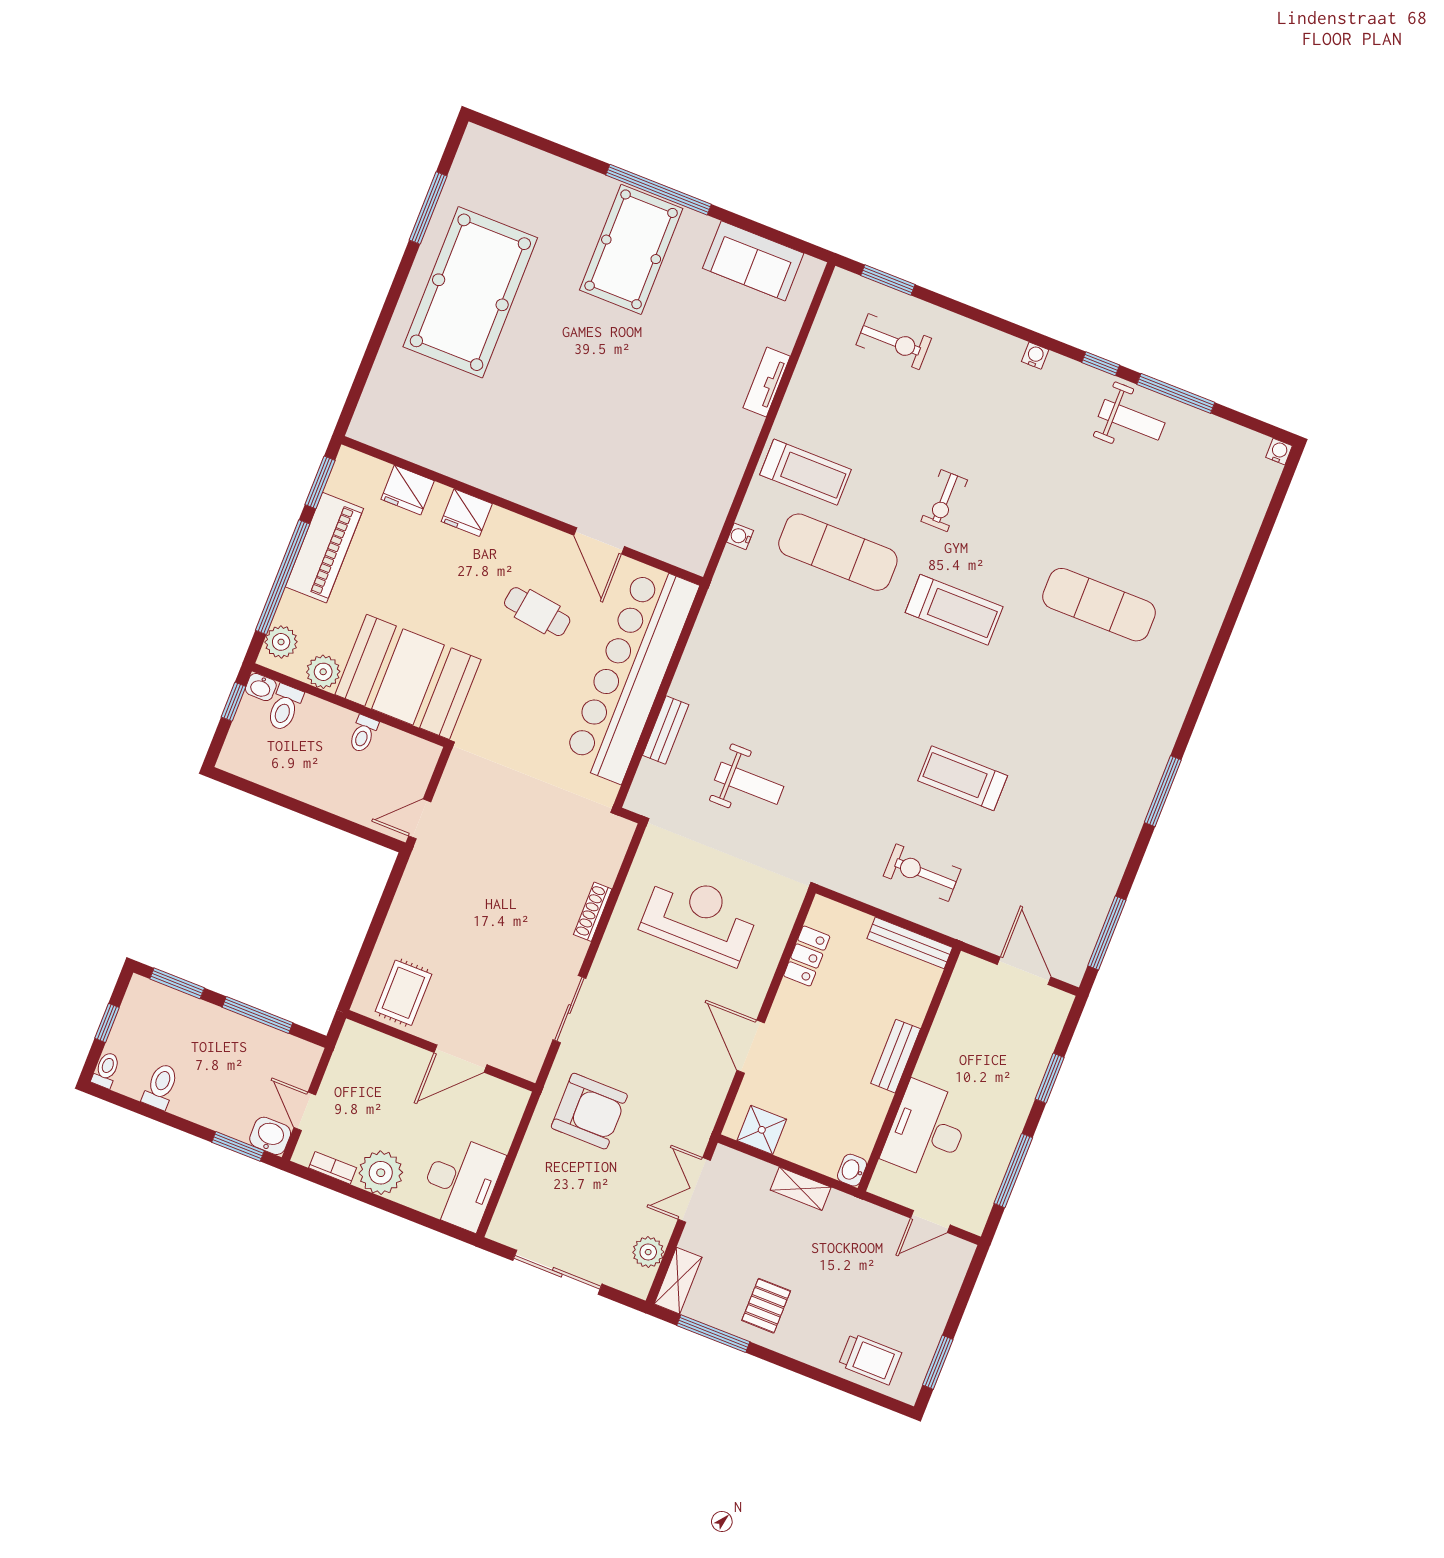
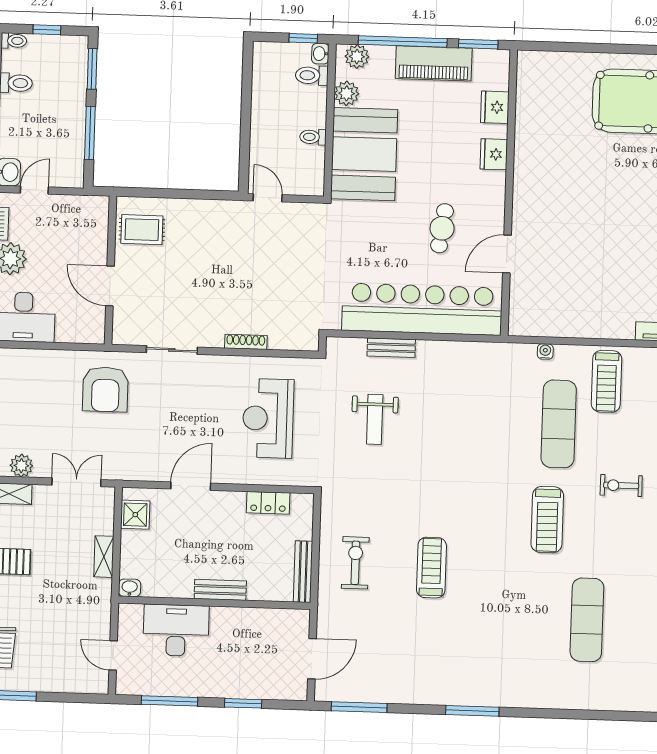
reception desk: (700, 918) -> (268, 418), turned 180

